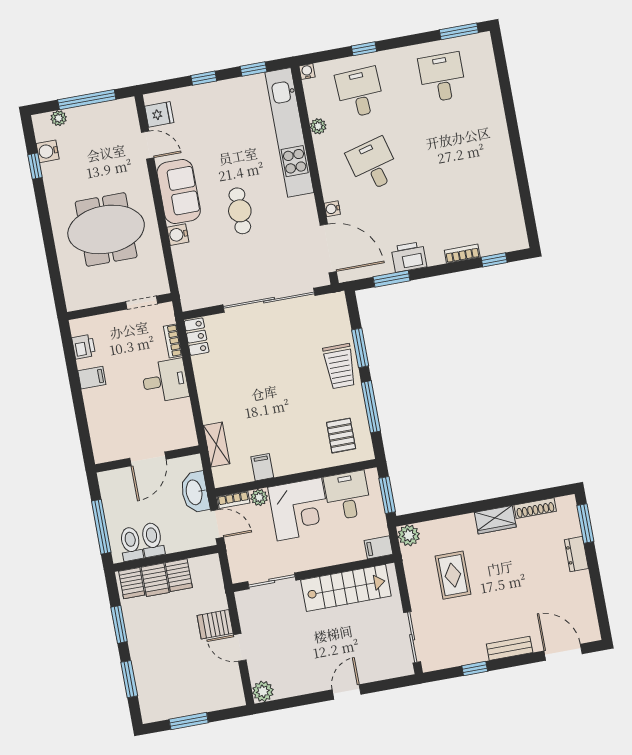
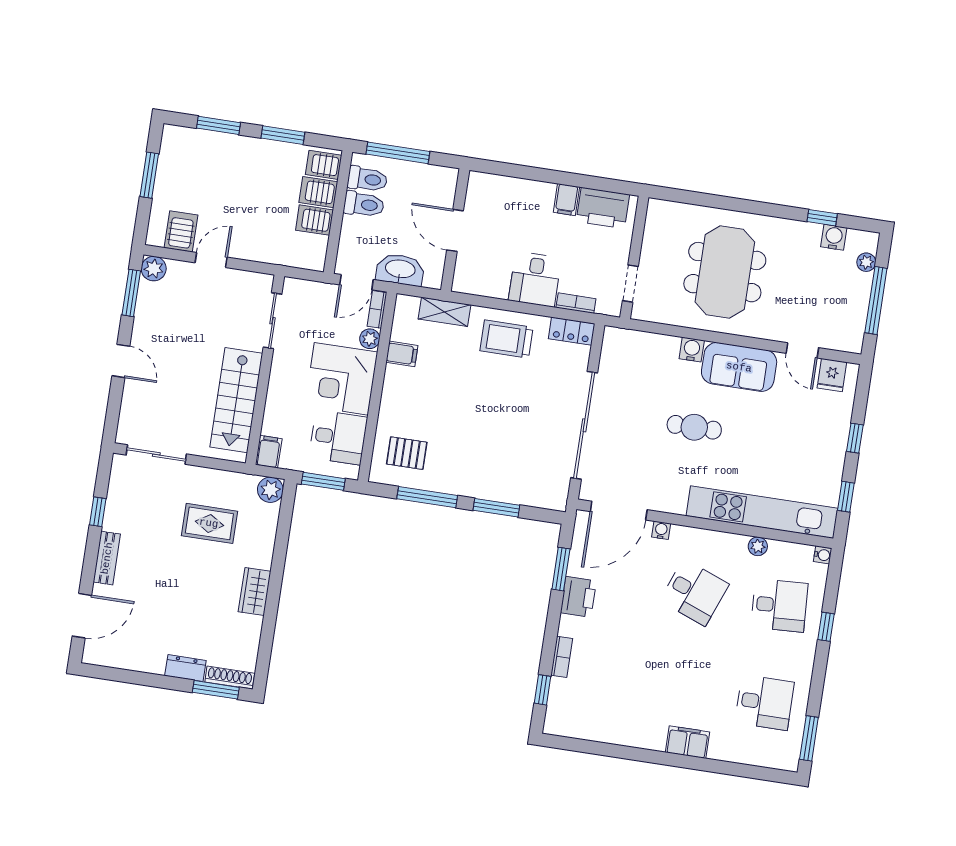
filing cabinet: (496, 128) -> (687, 742), added
door: (148, 145) -> (802, 350), hinge flipped
desk: (373, 165) -> (694, 592), turned 36
printer: (84, 347) -> (603, 208), width x1.87, depth x1.48
trolley: (340, 366) -> (506, 339), moved
shoe rack: (535, 508) -> (230, 678), moved, turned 90
server rack: (215, 624) -> (181, 231), moved
window: (289, 703) -> (131, 293), added

